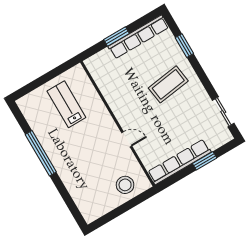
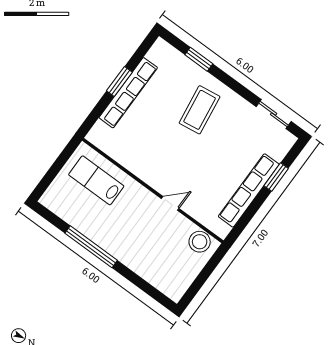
row of seats: (138, 37) -> (128, 93), moved
wall: (118, 124) -> (153, 191), moved
door: (127, 139) -> (170, 203), moved

